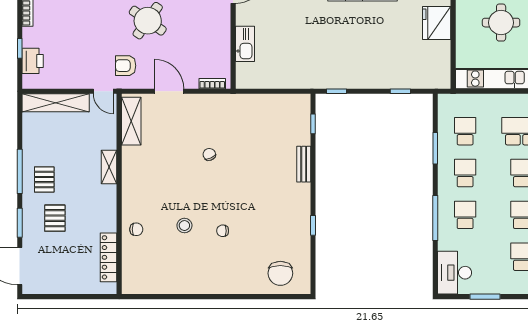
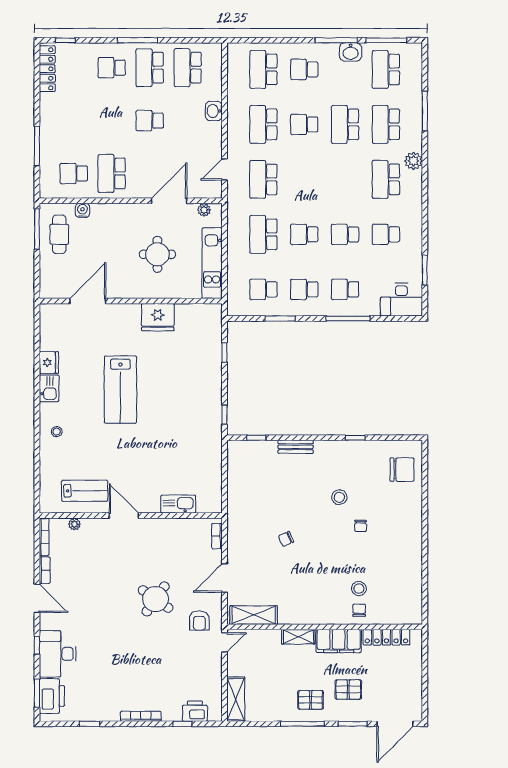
shelving: (56, 103) -> (236, 699), width x0.68
filing cabinet: (105, 208) -> (339, 641), added
stool: (252, 209) -> (339, 497), added
stool: (184, 226) -> (359, 589), moved

